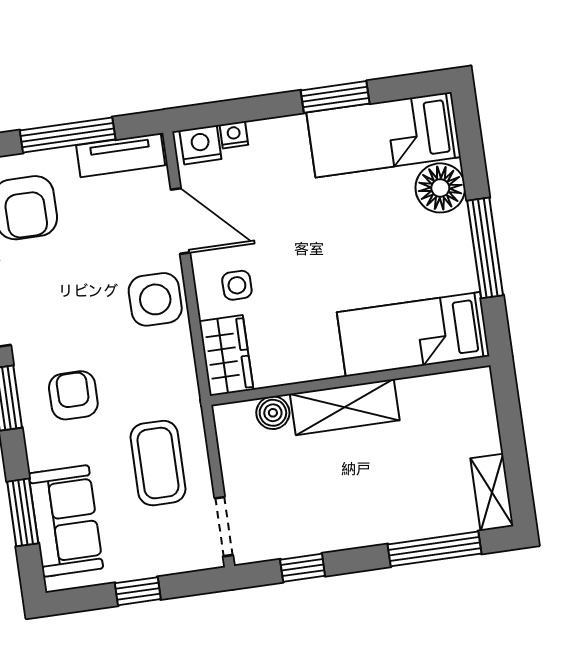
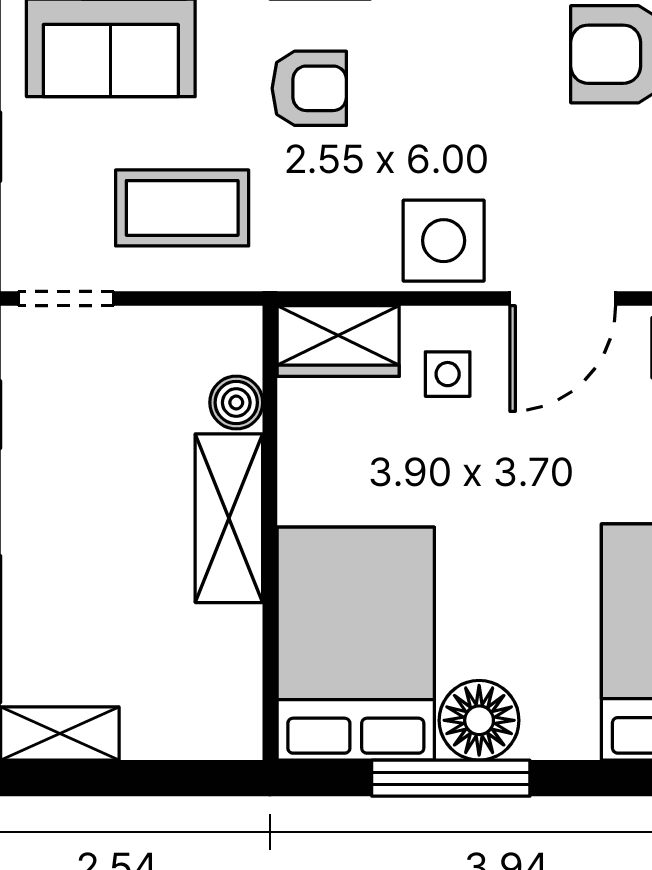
floor lamp: (440, 188) -> (479, 720), moved
bed: (413, 334) -> (356, 644), width x1.50

